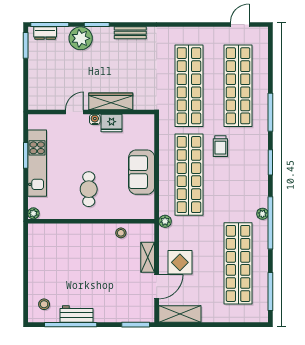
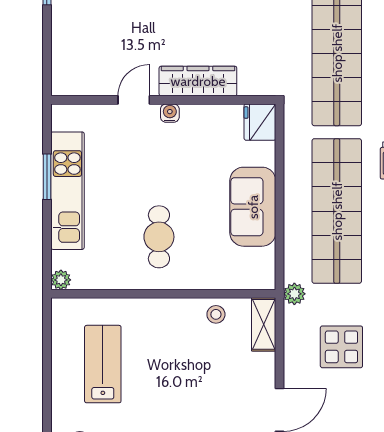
fridge: (112, 123) -> (260, 122), moved, turned 90
shelving: (148, 257) -> (264, 324), moved
lab bench: (57, 261) -> (103, 364), added
display table: (180, 262) -> (341, 347), moved

